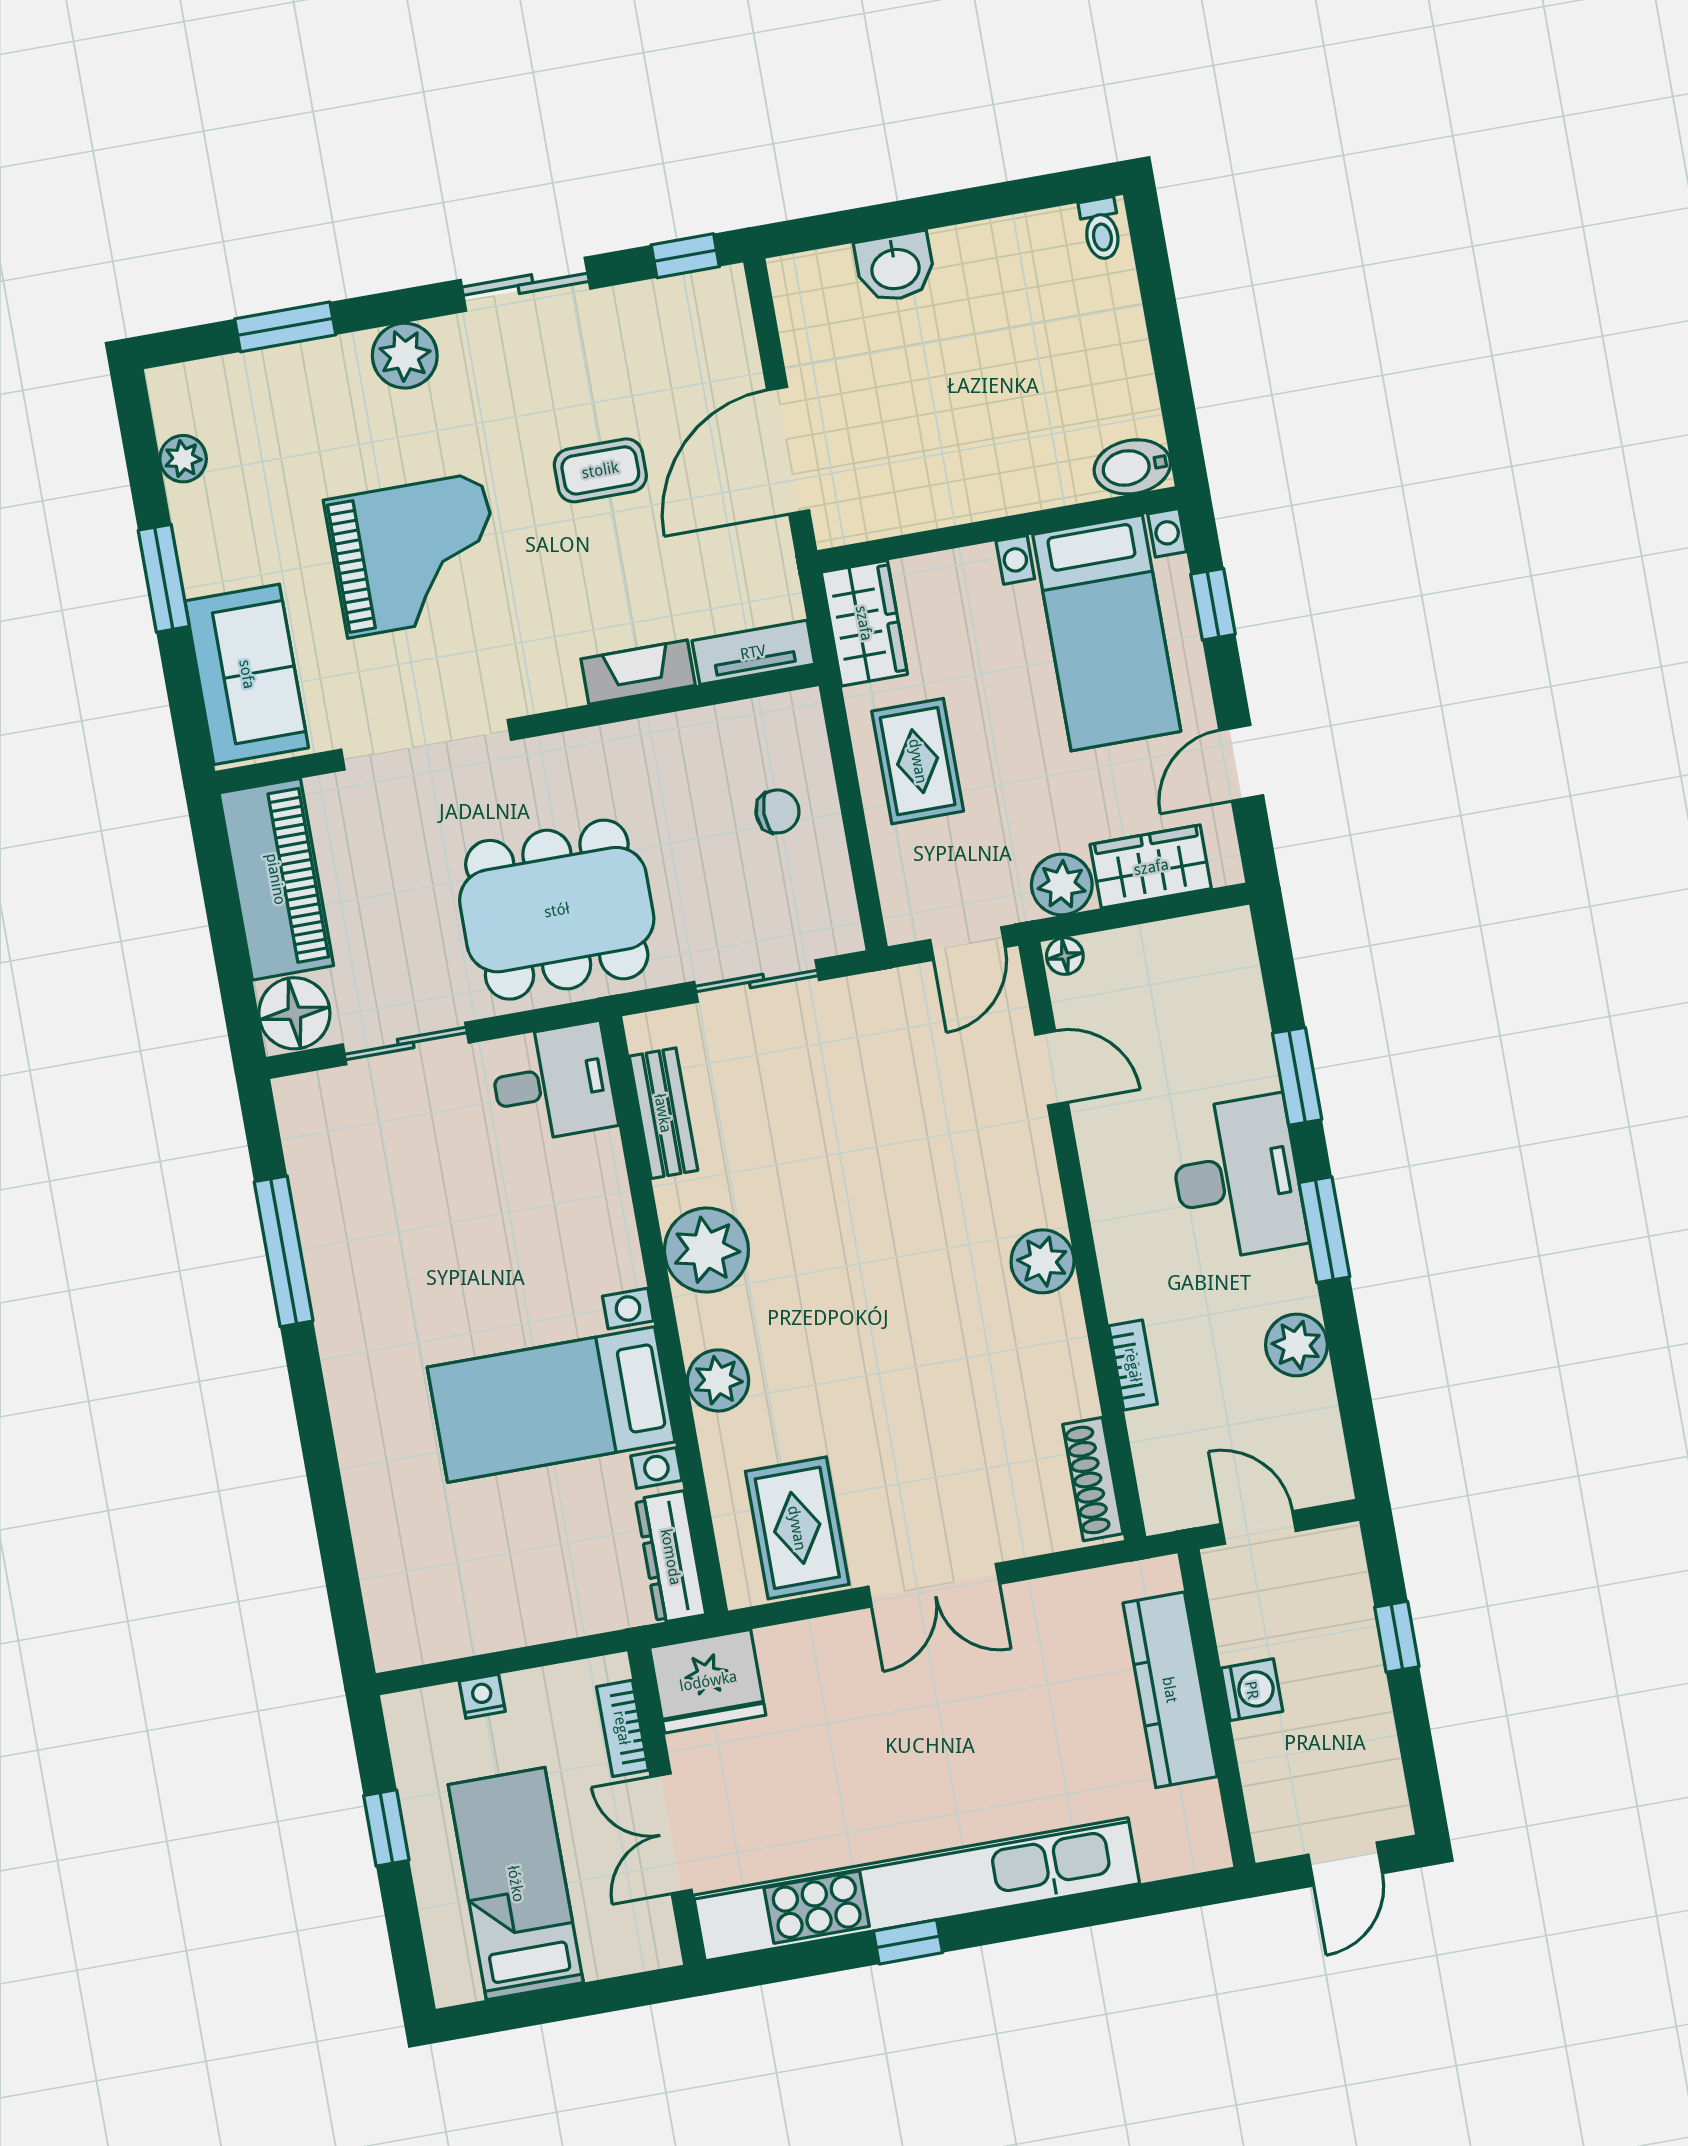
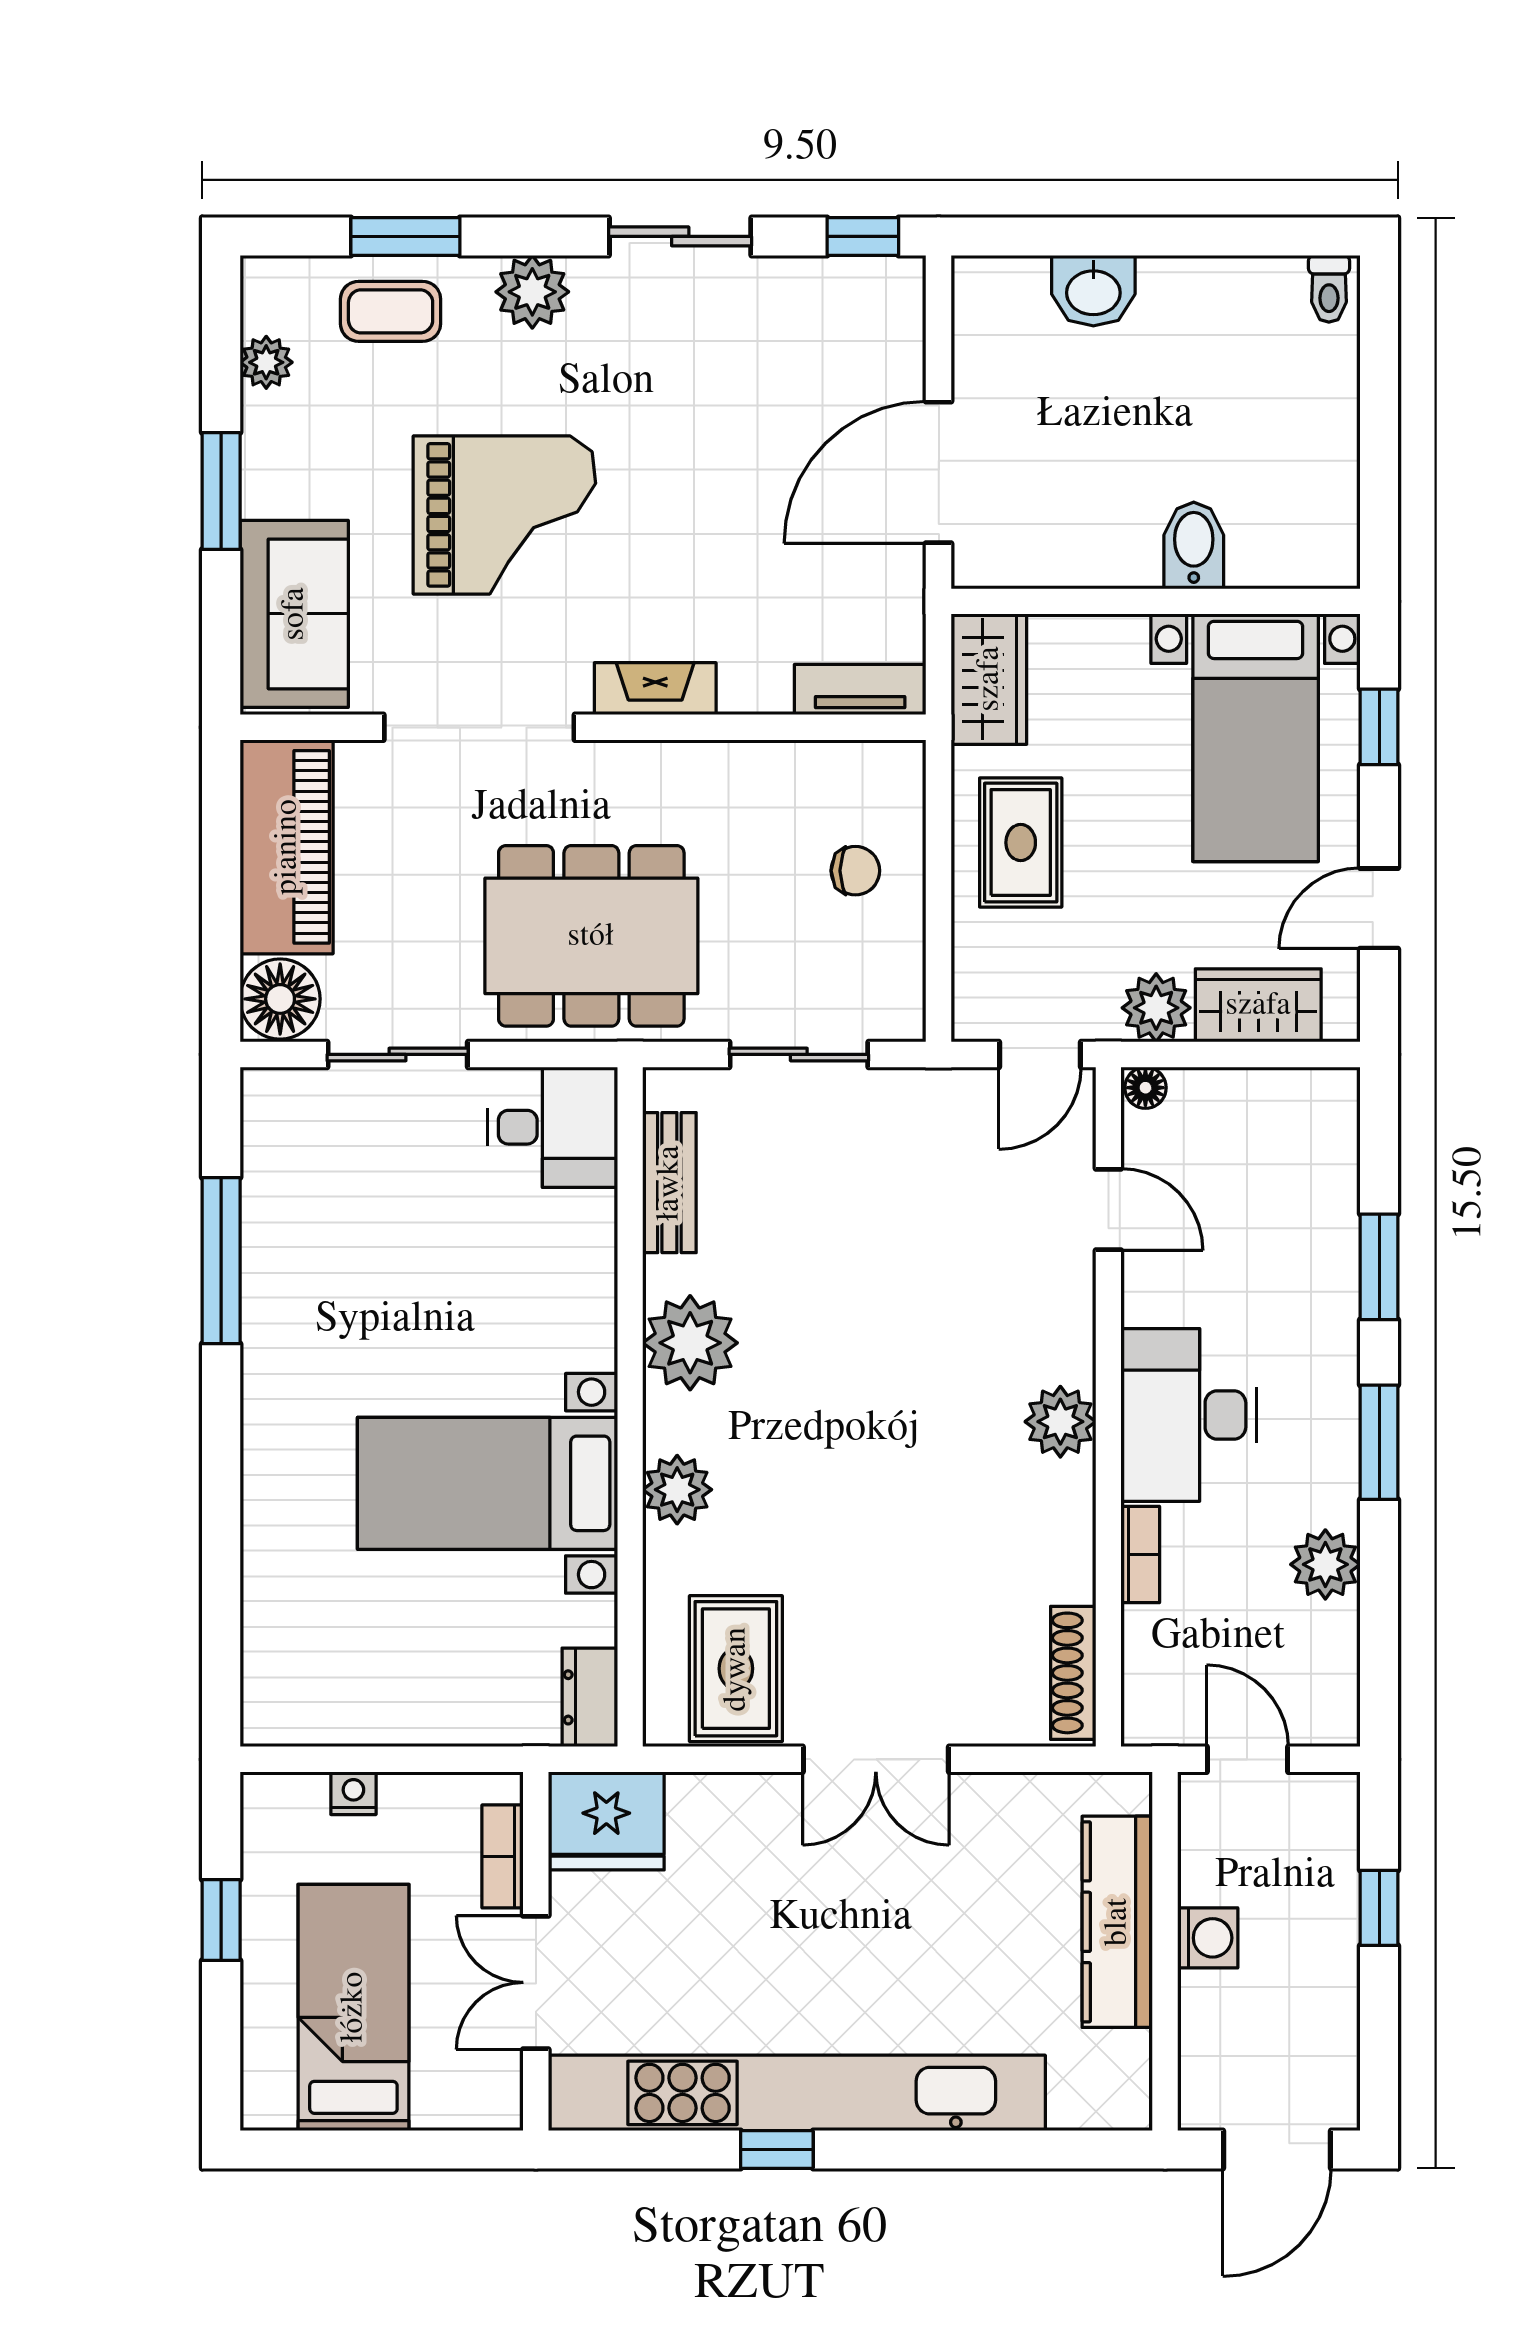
bidet: (1132, 467) -> (1194, 545), moved, turned 90
coffee table: (600, 470) -> (391, 311), moved
fireplace: (638, 672) -> (655, 689), moved
desk: (1237, 1178) -> (1189, 1415), moved, turned 180
dresser: (671, 1557) -> (590, 1697), width x0.70
door: (1345, 1864) -> (1277, 2149), width x1.37

